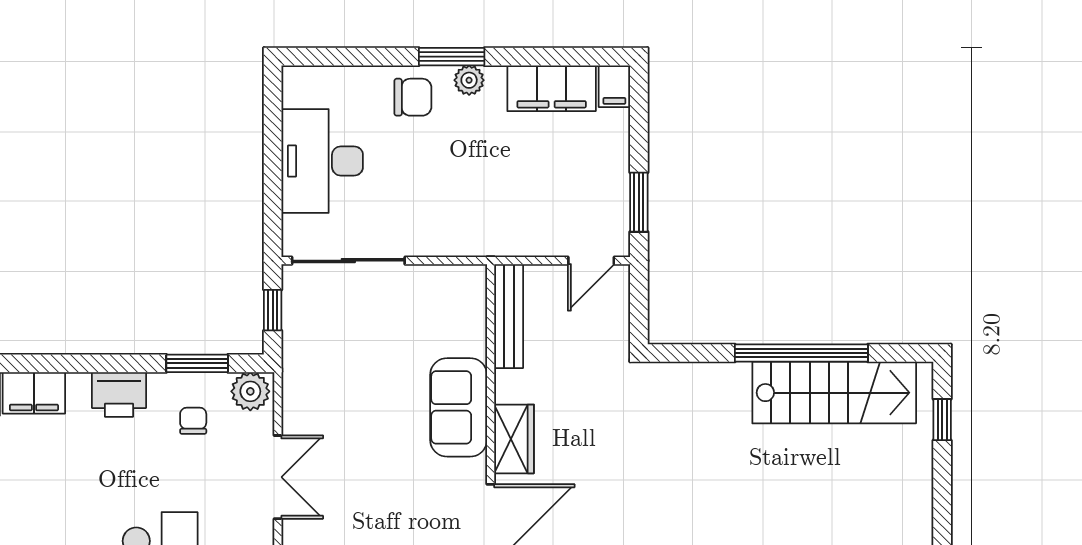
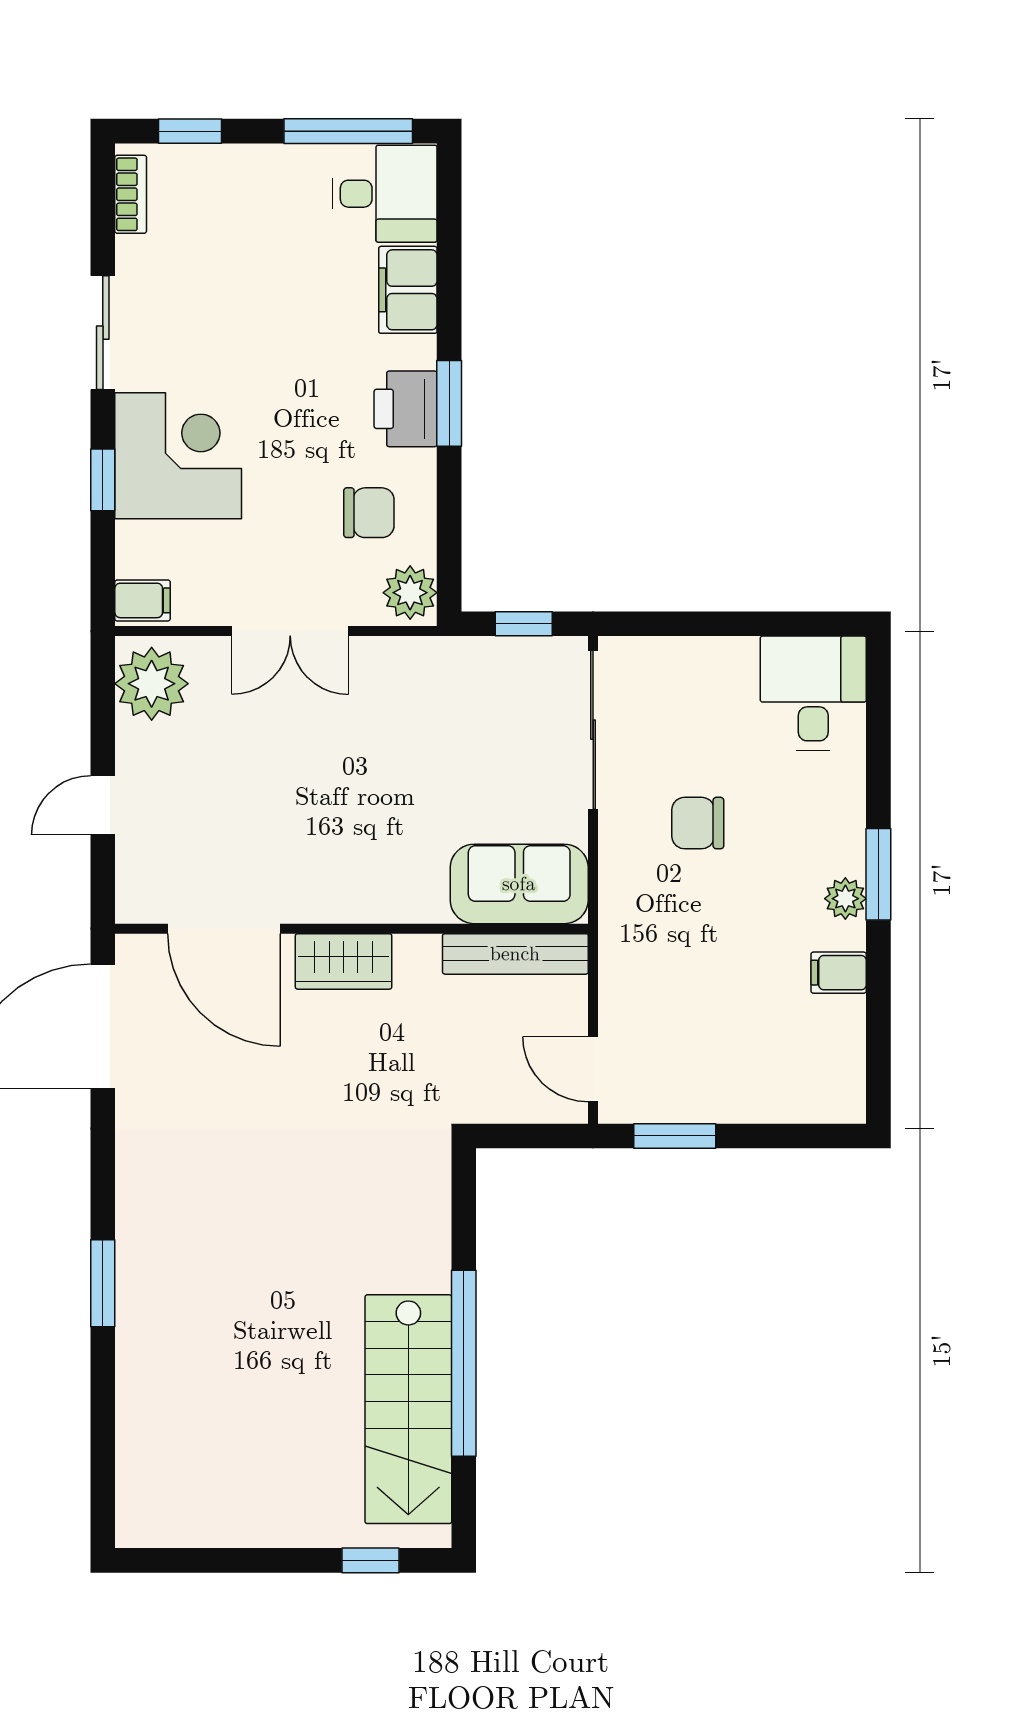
filing cabinet: (614, 86) -> (837, 1102), removed
filing cabinet: (552, 88) -> (839, 973), width x0.33, depth x0.86
chair: (413, 97) -> (698, 823), moved, turned 90
desk: (322, 161) -> (813, 693), moved, width x0.73
window: (197, 363) -> (449, 403), moved
sofa: (459, 407) -> (519, 884), moved
chair: (193, 421) -> (369, 513), width x1.37, depth x1.37

